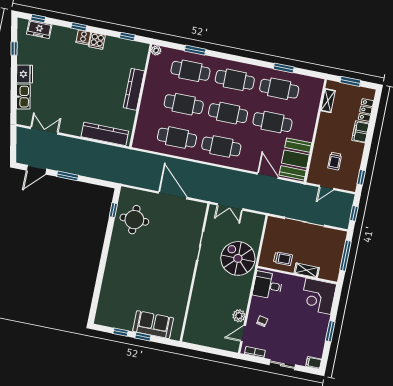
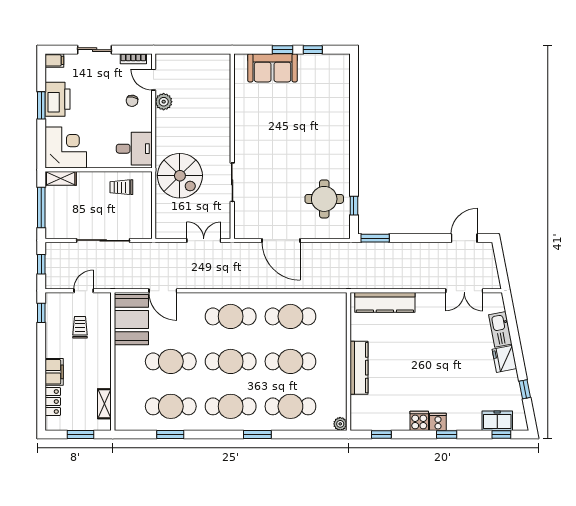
window: (195, 50) -> (257, 434), moved
window: (68, 176) -> (375, 238), moved
shelving: (307, 270) -> (61, 178), moved
printer: (317, 333) -> (58, 99), added
door: (243, 334) -> (154, 80), swing flipped

